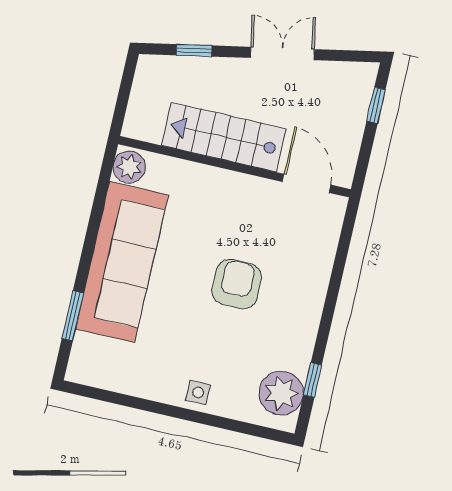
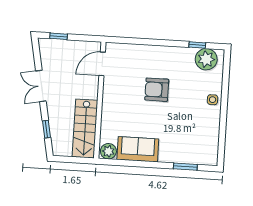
stairs: (224, 137) -> (85, 129), moved
sofa: (122, 262) -> (138, 149), width x0.54, depth x0.79

